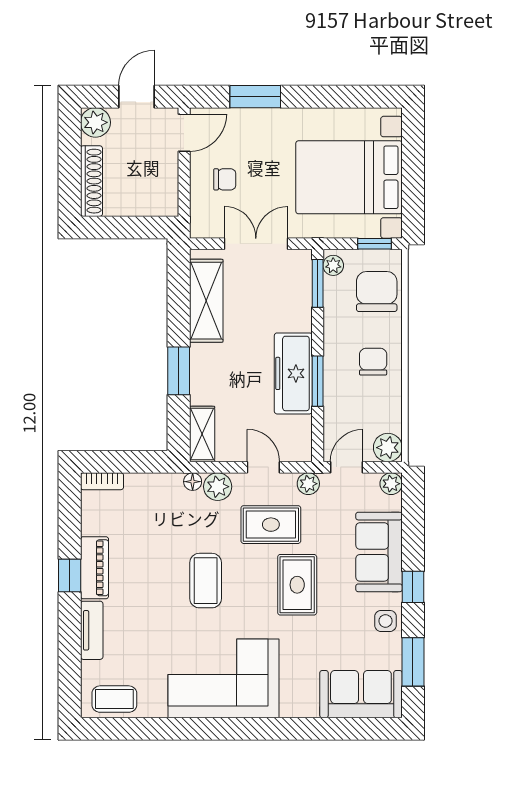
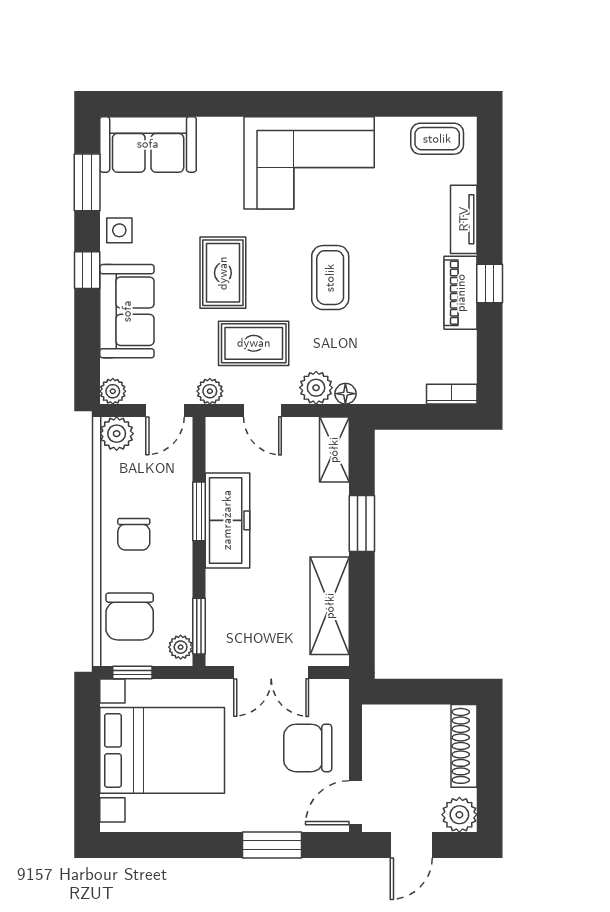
chair: (225, 179) -> (308, 748), width x1.87, depth x1.87

